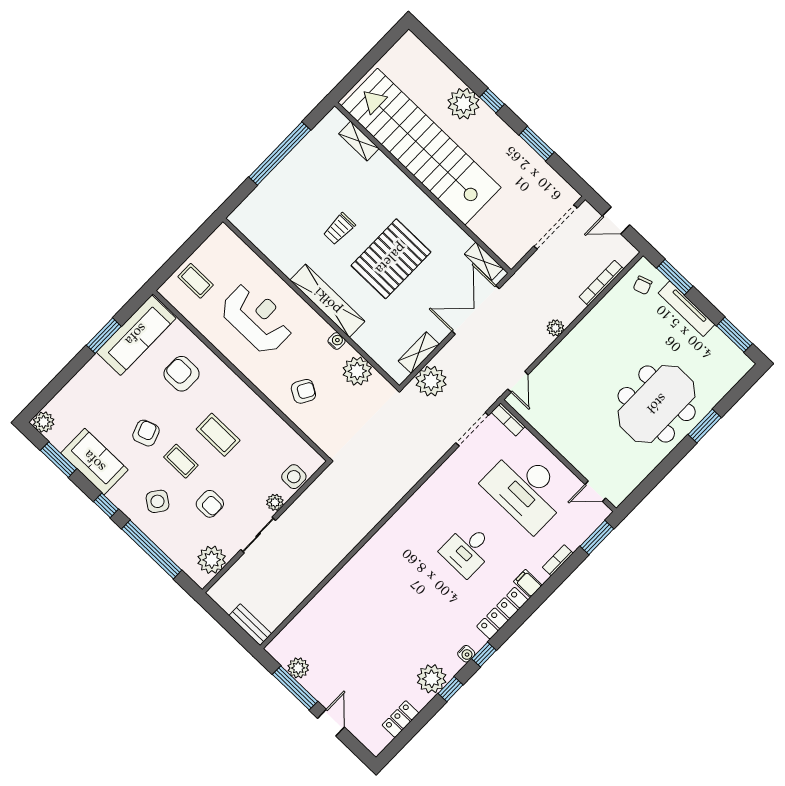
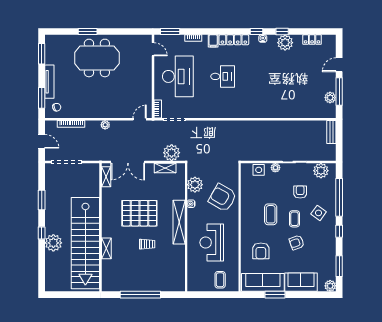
shelving: (359, 141) -> (106, 248), moved
armchair: (303, 391) -> (223, 198), width x1.88, depth x1.88
sofa: (94, 461) -> (301, 282), moved, turned 90

